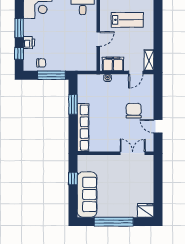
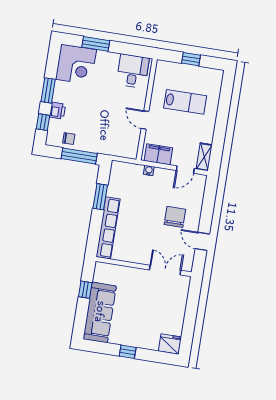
door: (98, 39) -> (145, 120), swing flipped
window: (114, 222) -> (128, 352), width x0.32

